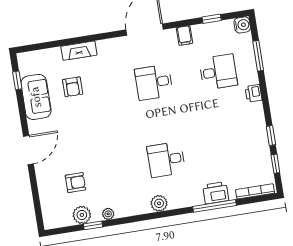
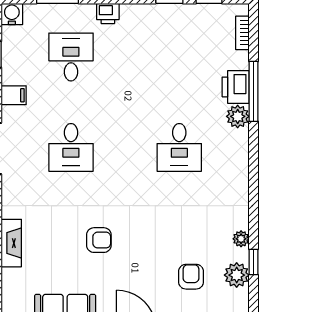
armchair: (73, 87) -> (99, 240), moved
bookcase: (255, 191) -> (242, 33), width x0.64
plant: (159, 203) -> (238, 116), moved

